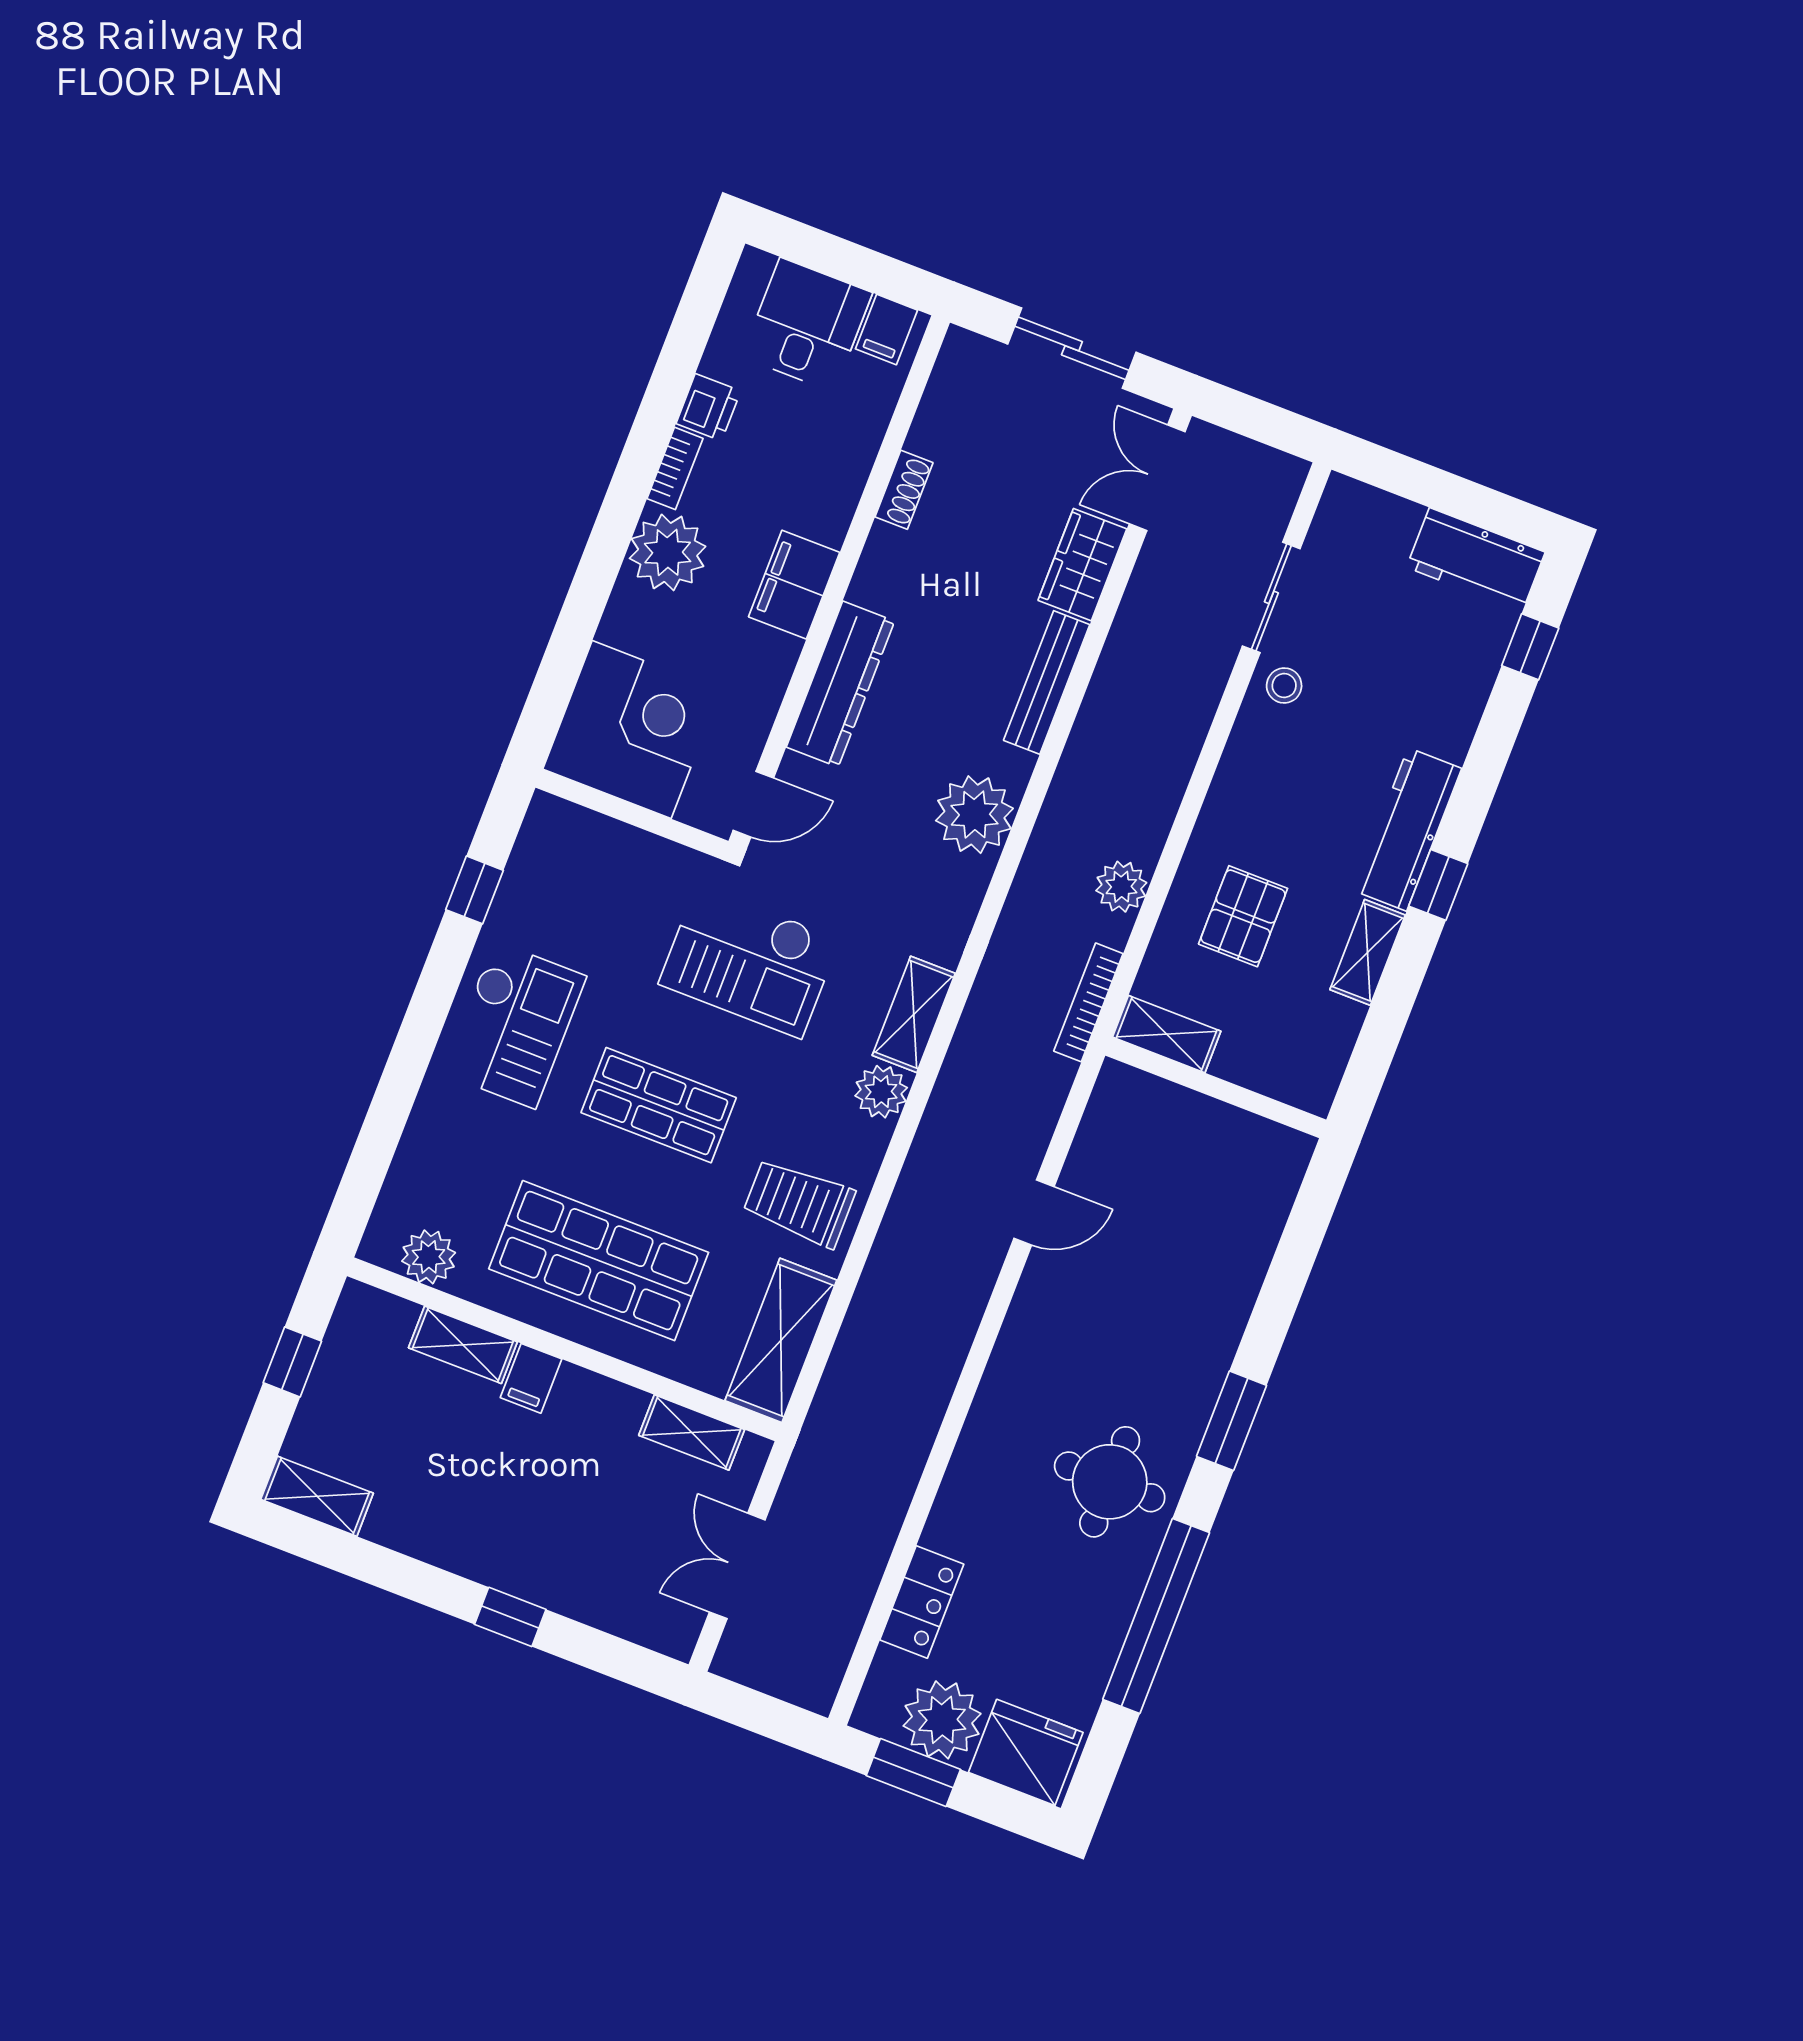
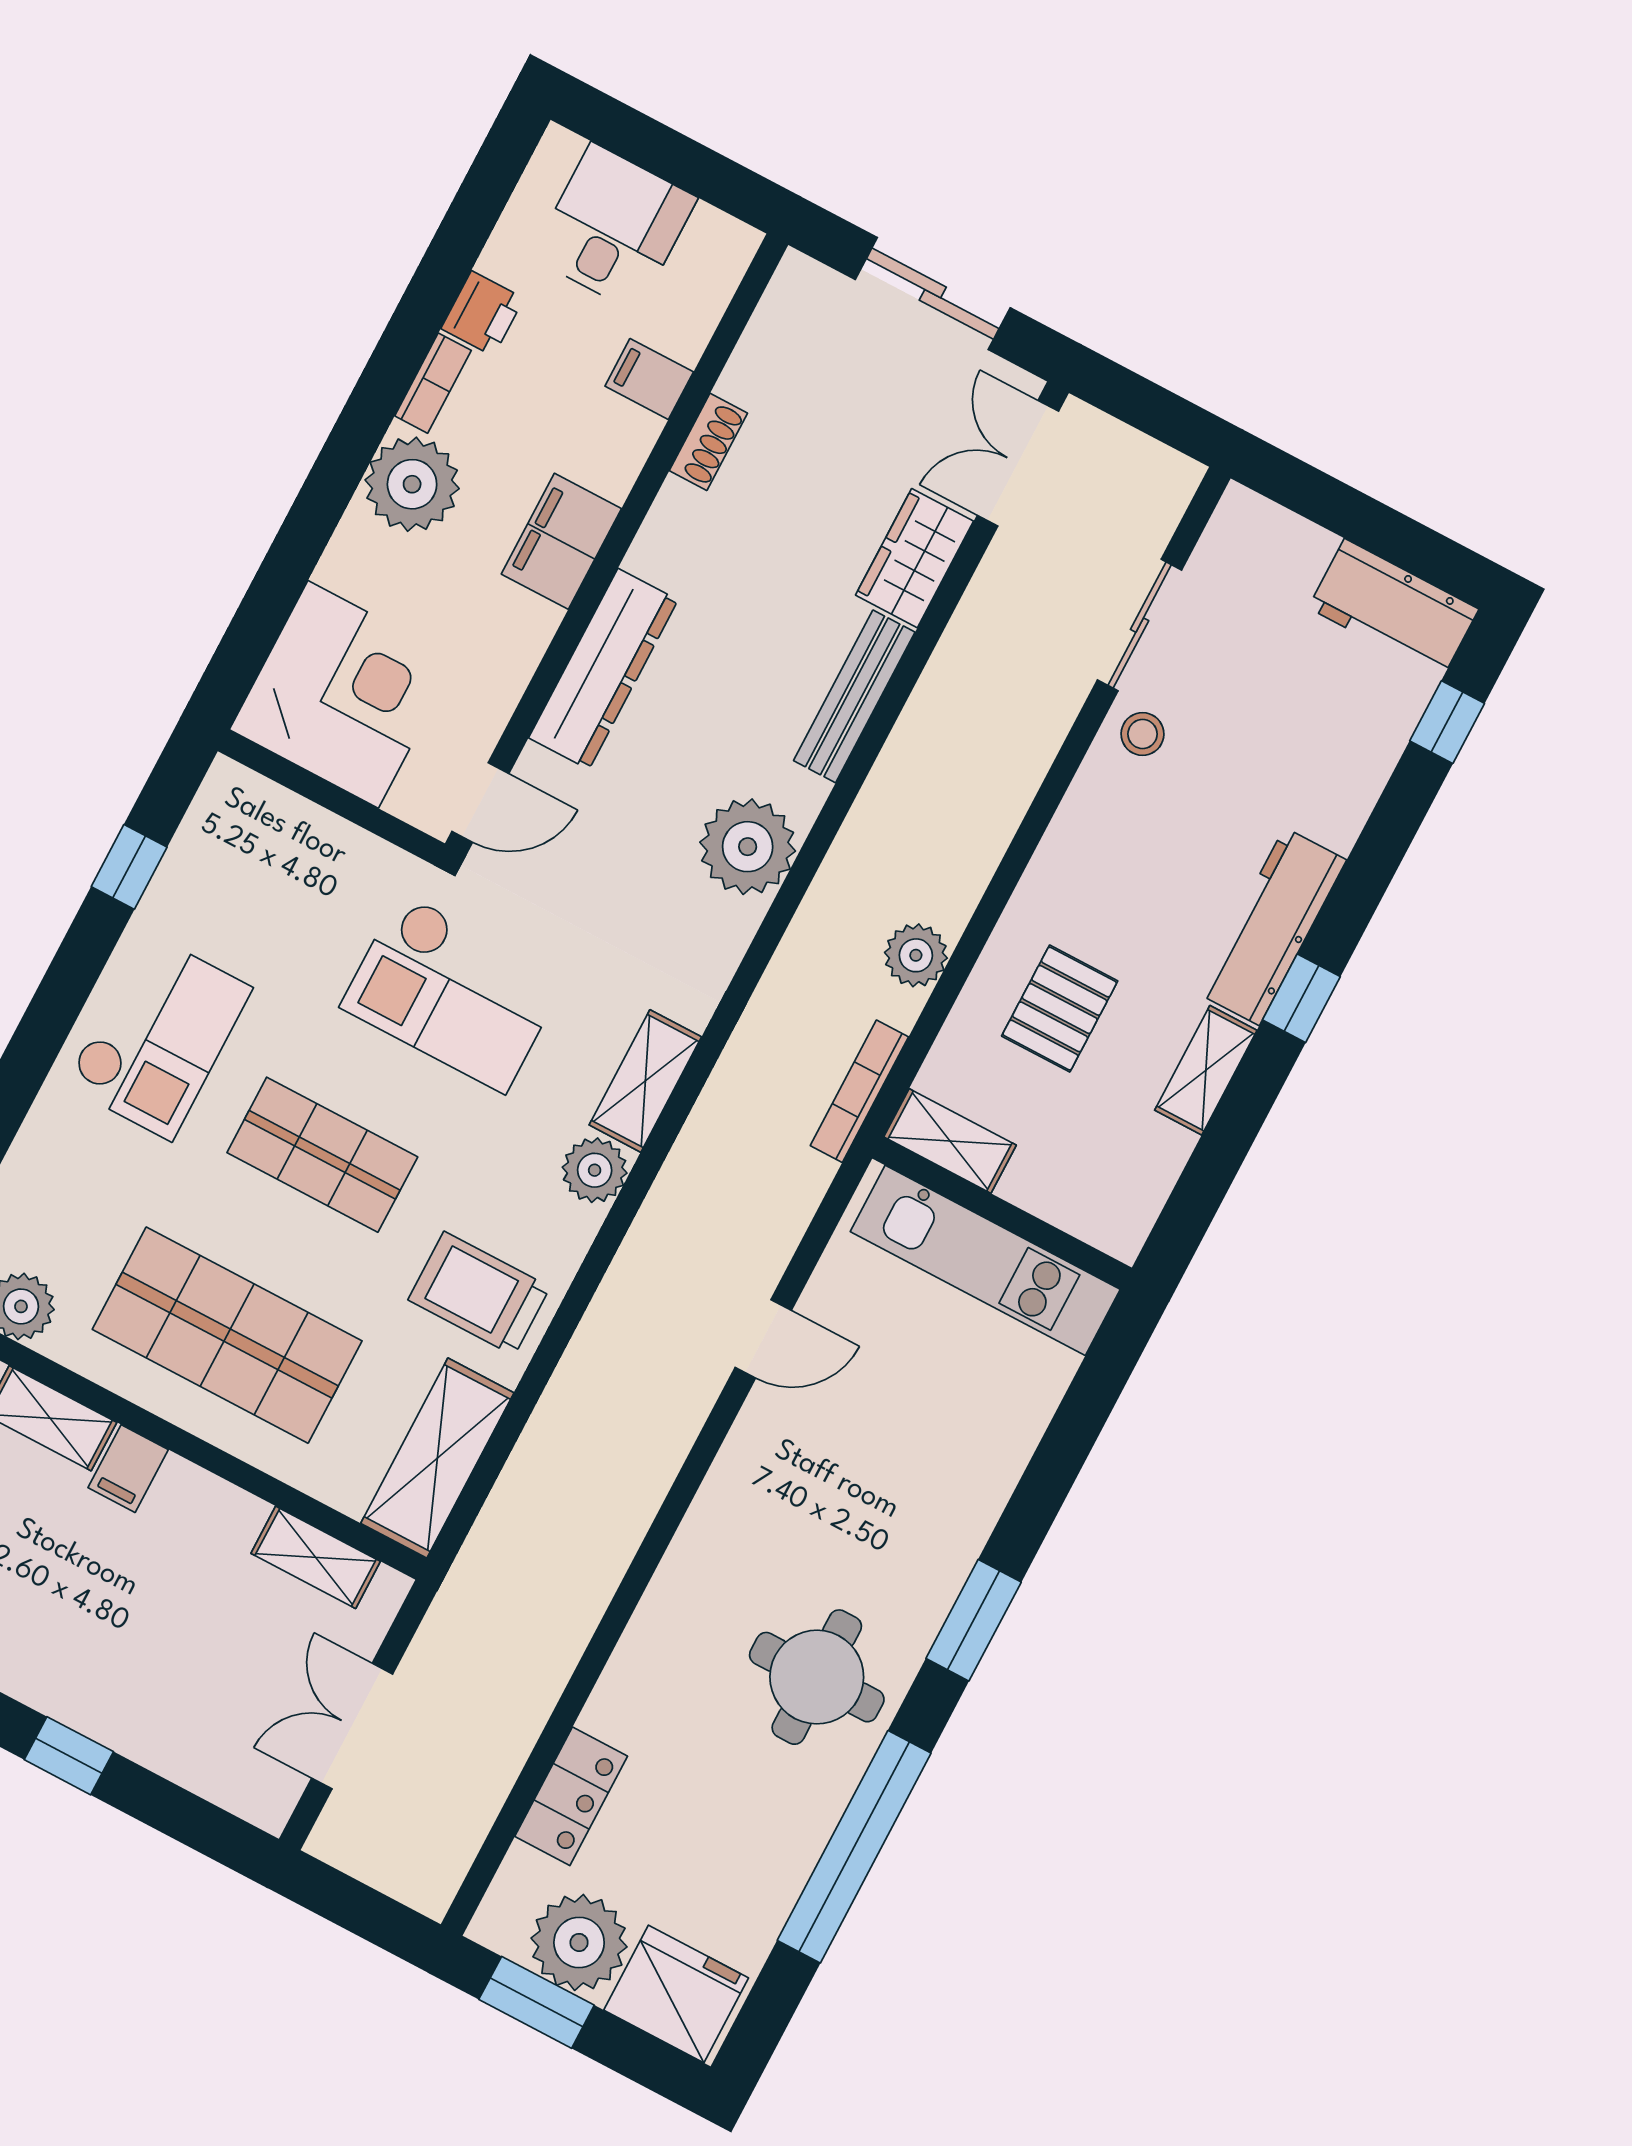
filing cabinet: (886, 329) -> (649, 379), moved, turned 90
kitchen unit: (1207, 1128) -> (985, 1260), added

